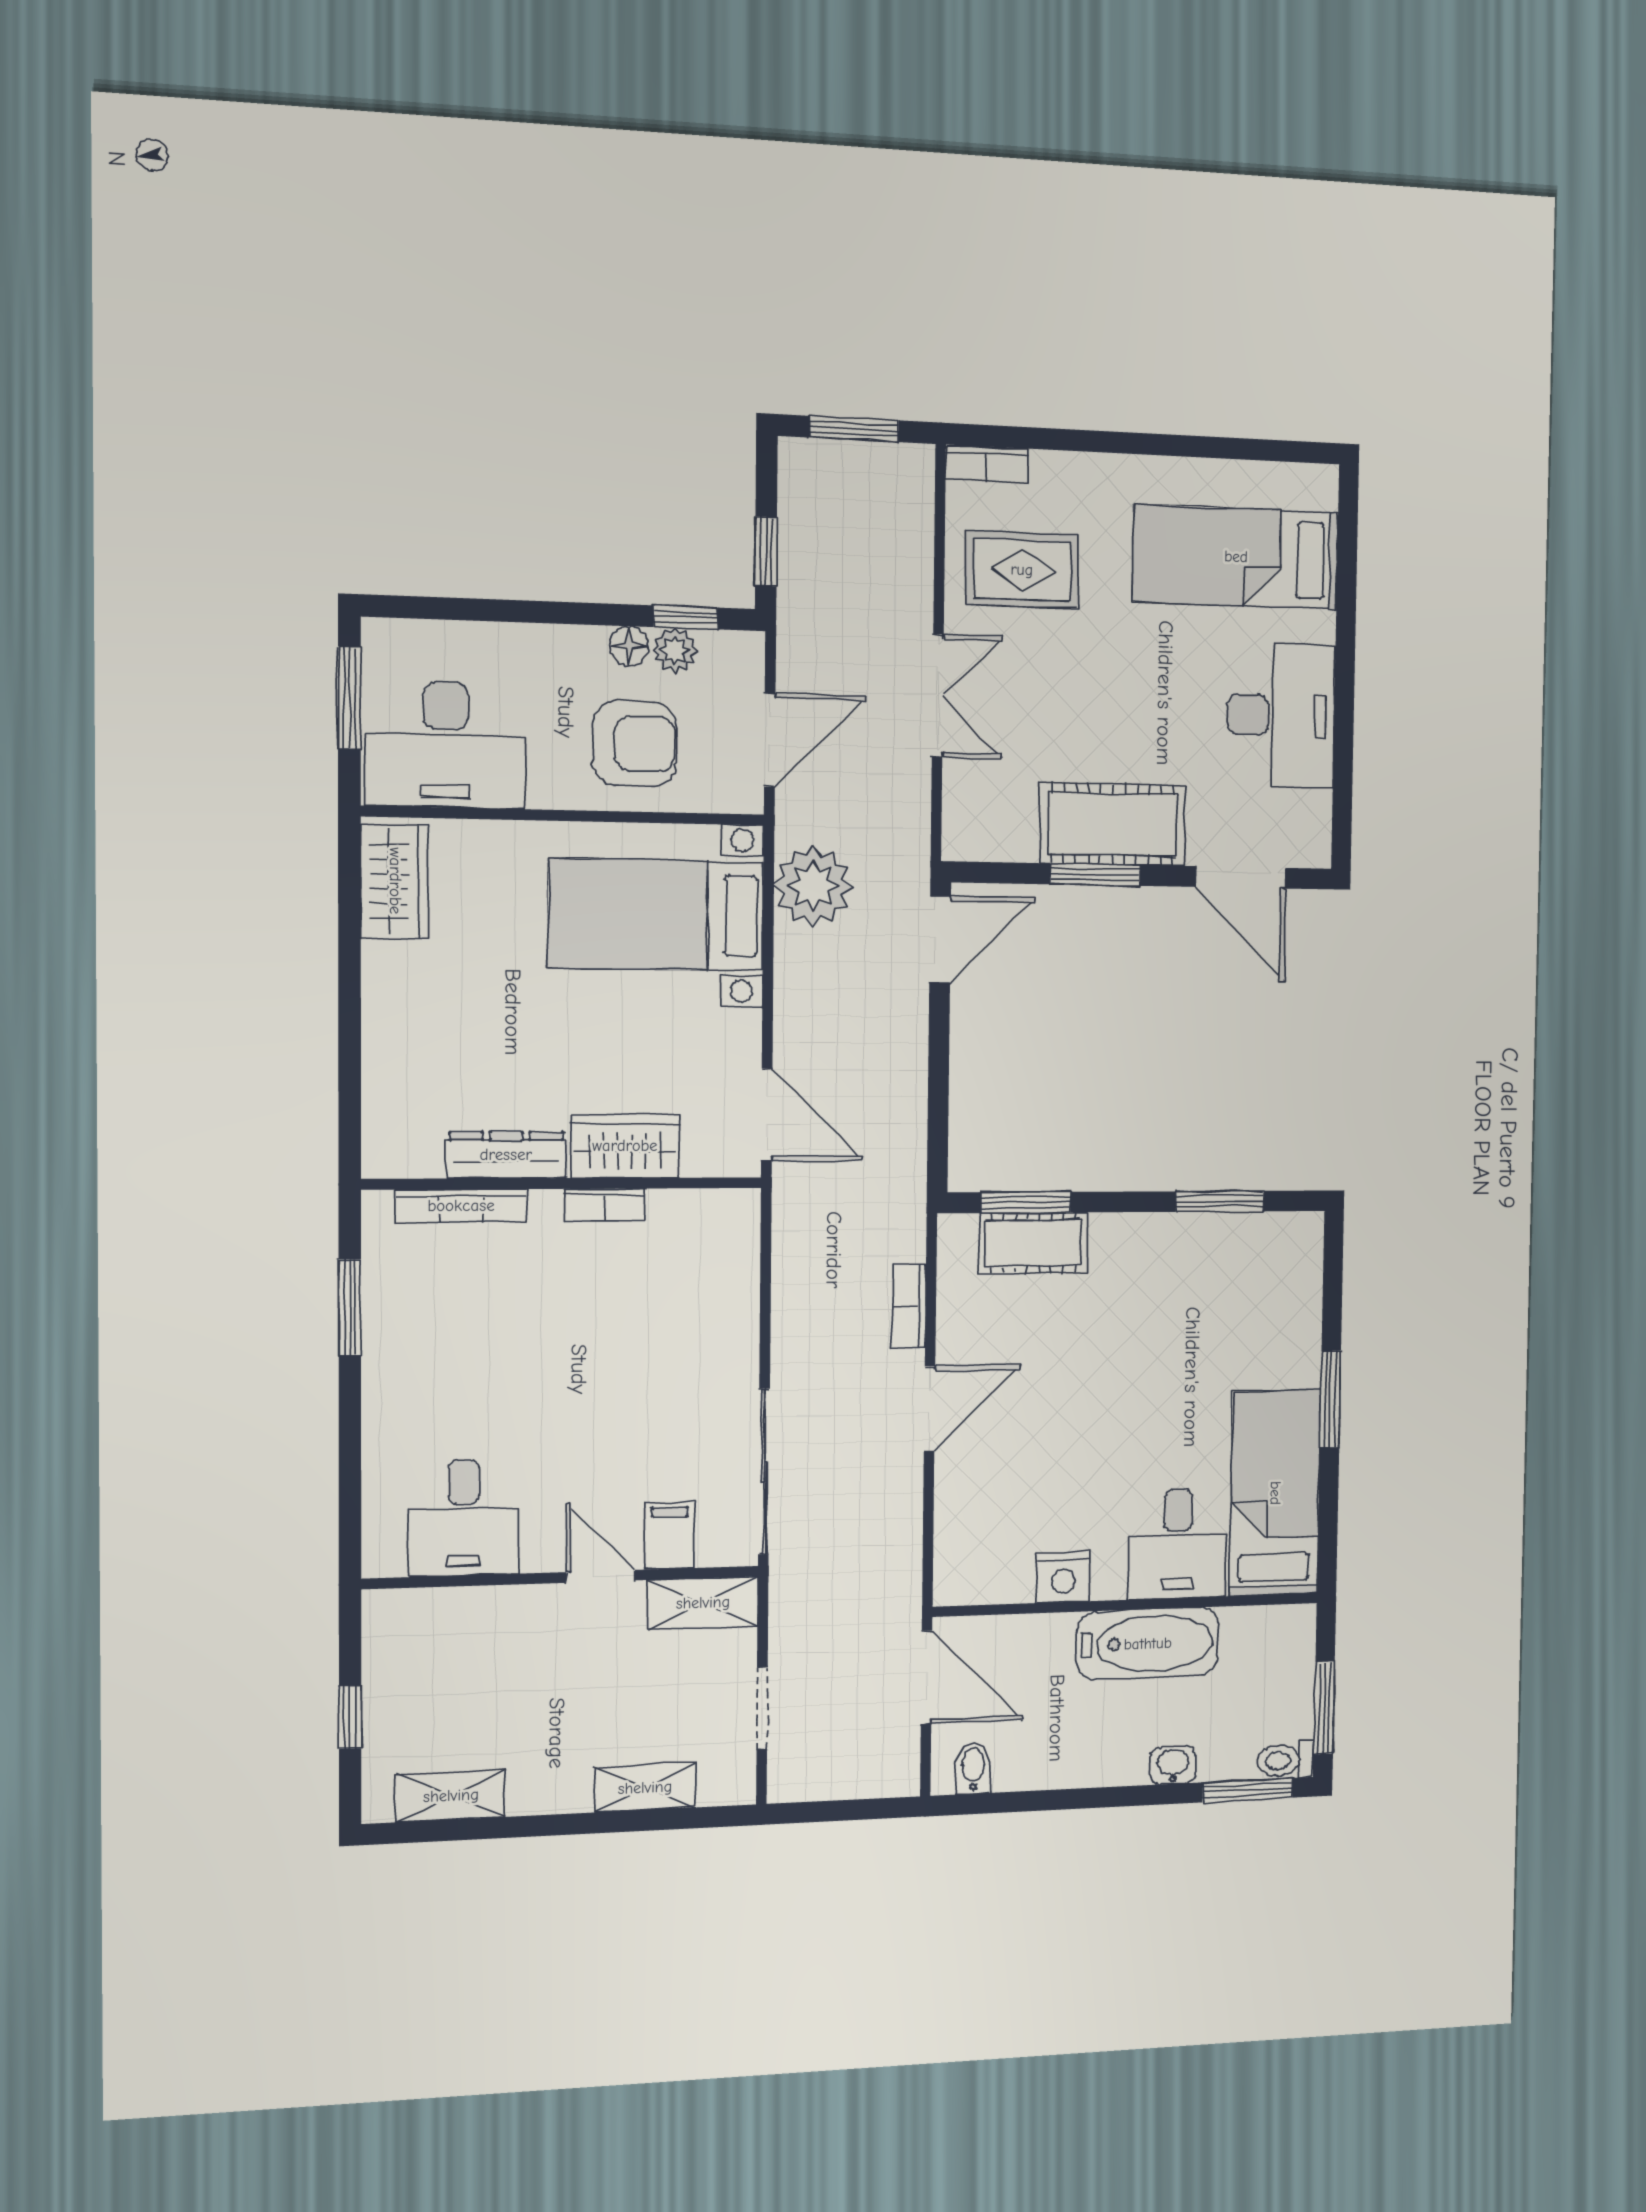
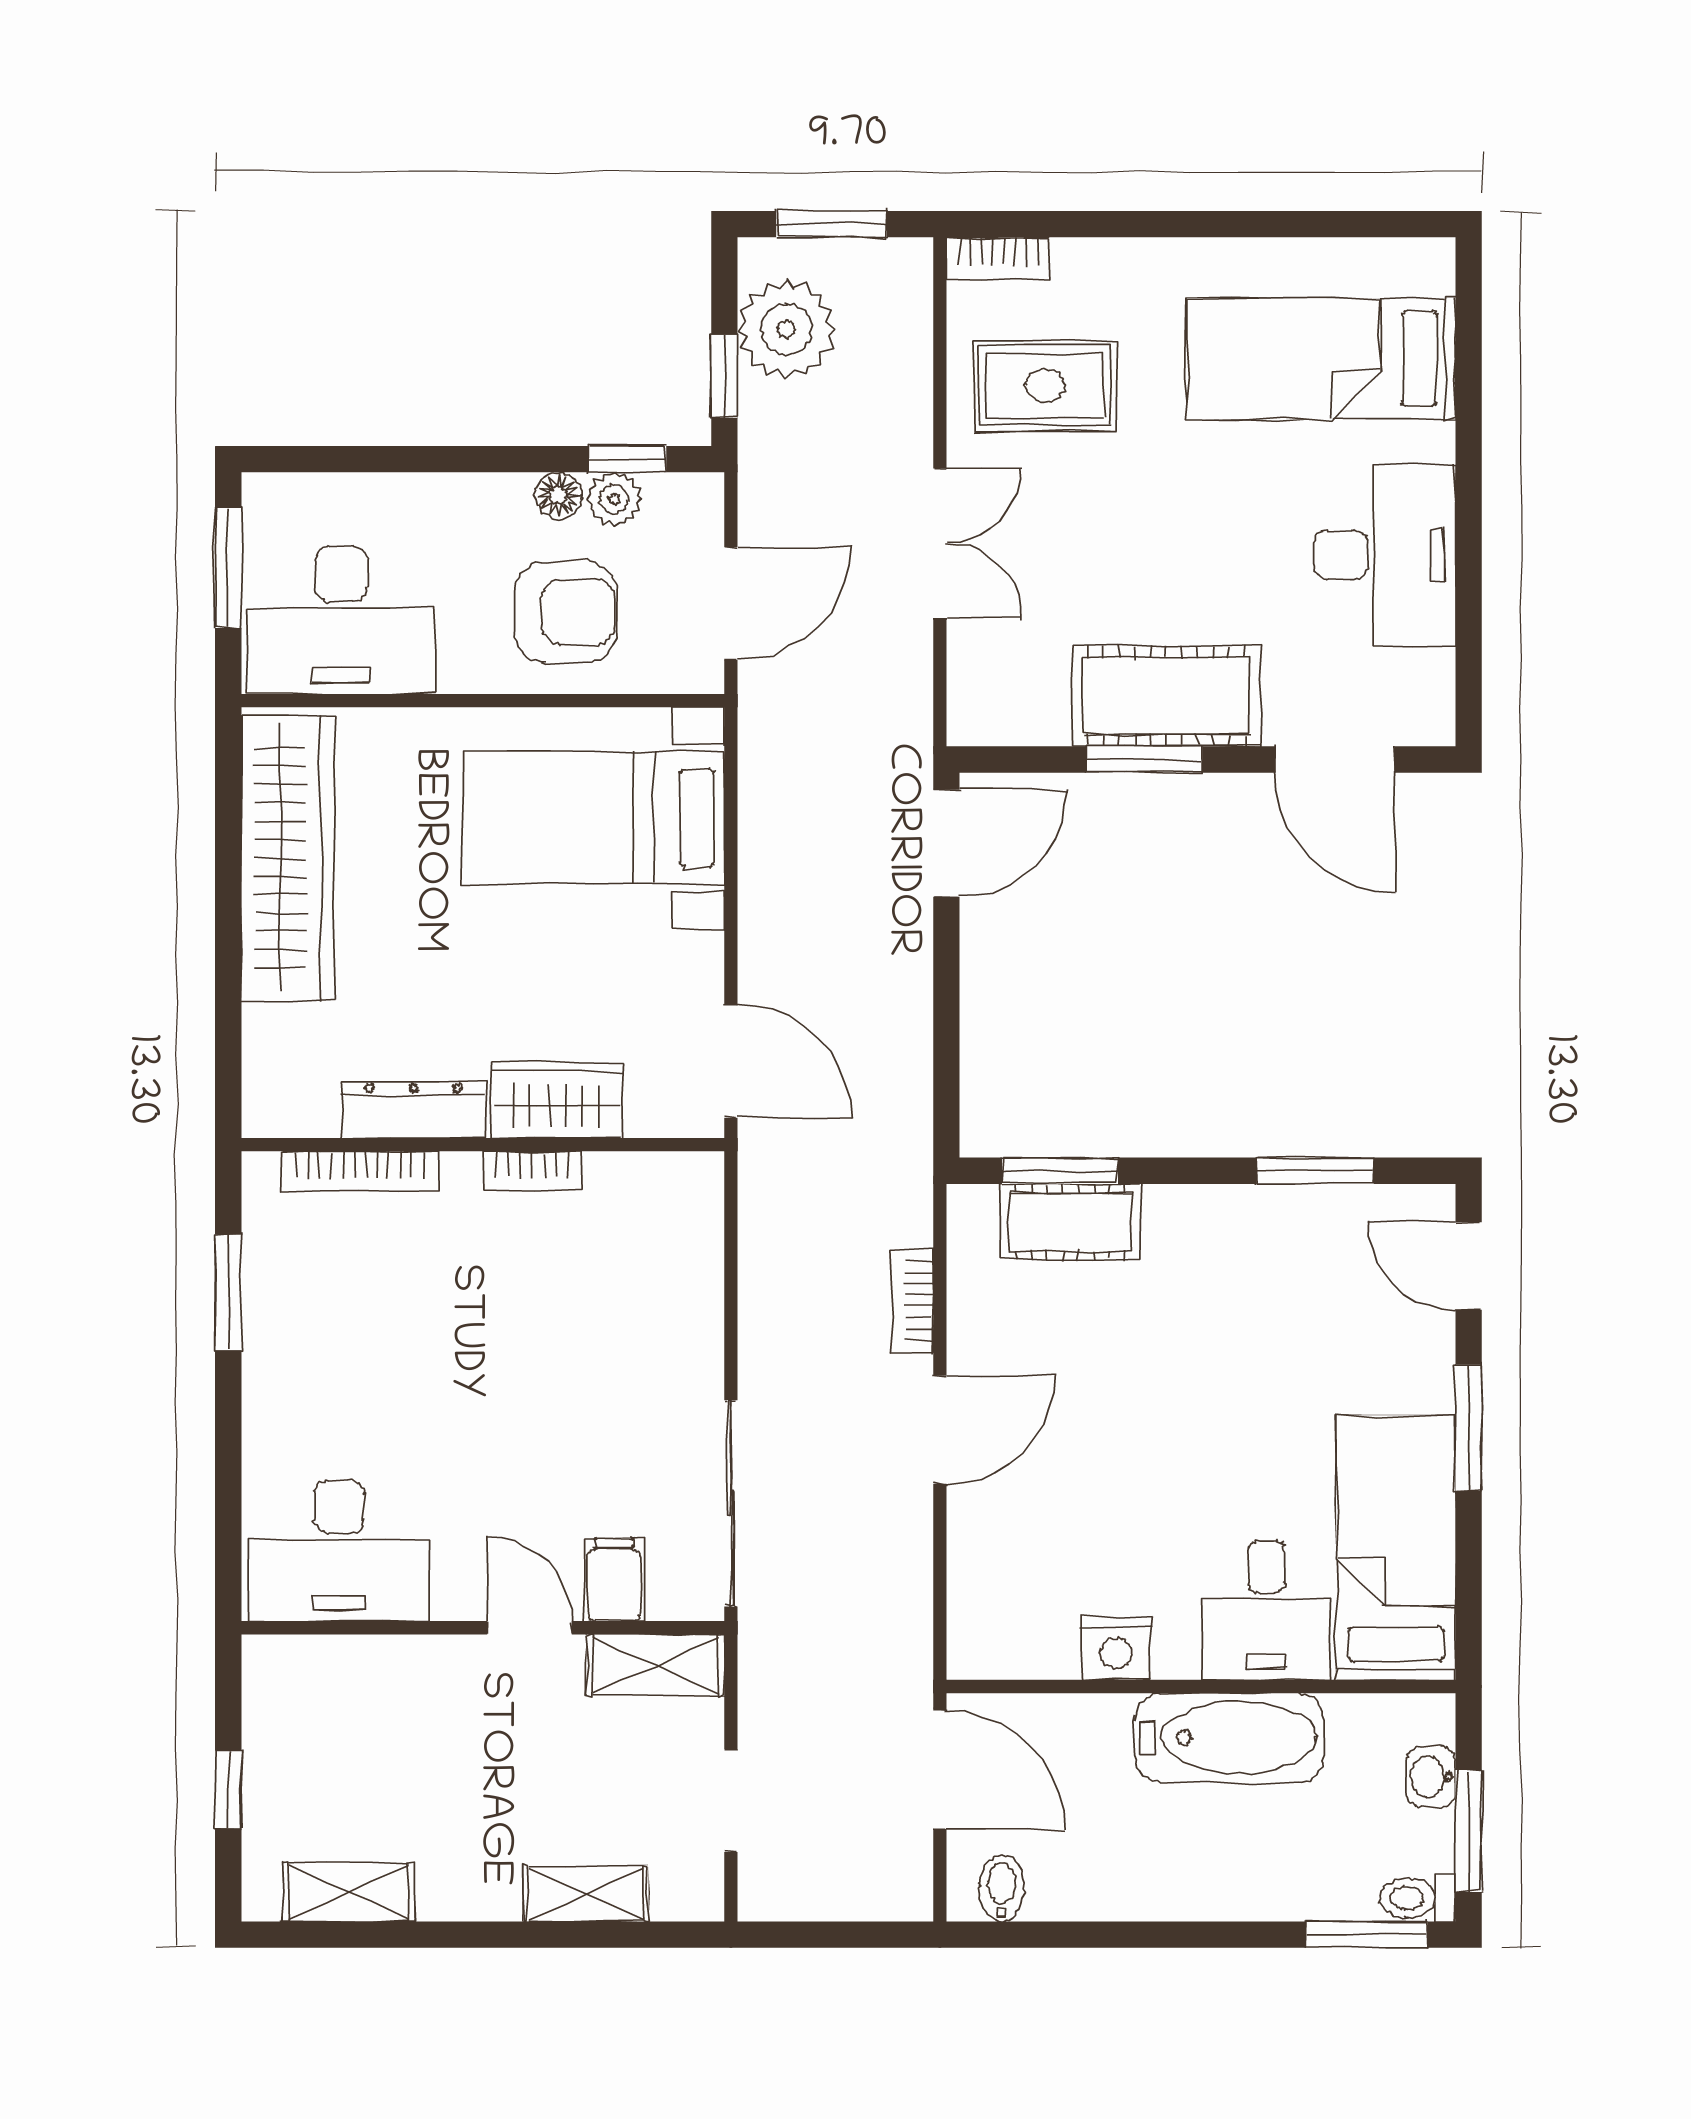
wardrobe: (395, 881) -> (288, 858), width x2.10, depth x1.17
plant: (813, 886) -> (786, 329), moved
door: (1333, 1275) -> (1469, 1266), added
desk: (464, 1518) -> (339, 1550), width x1.37
washbasin: (1173, 1765) -> (1431, 1777), moved, turned -90

